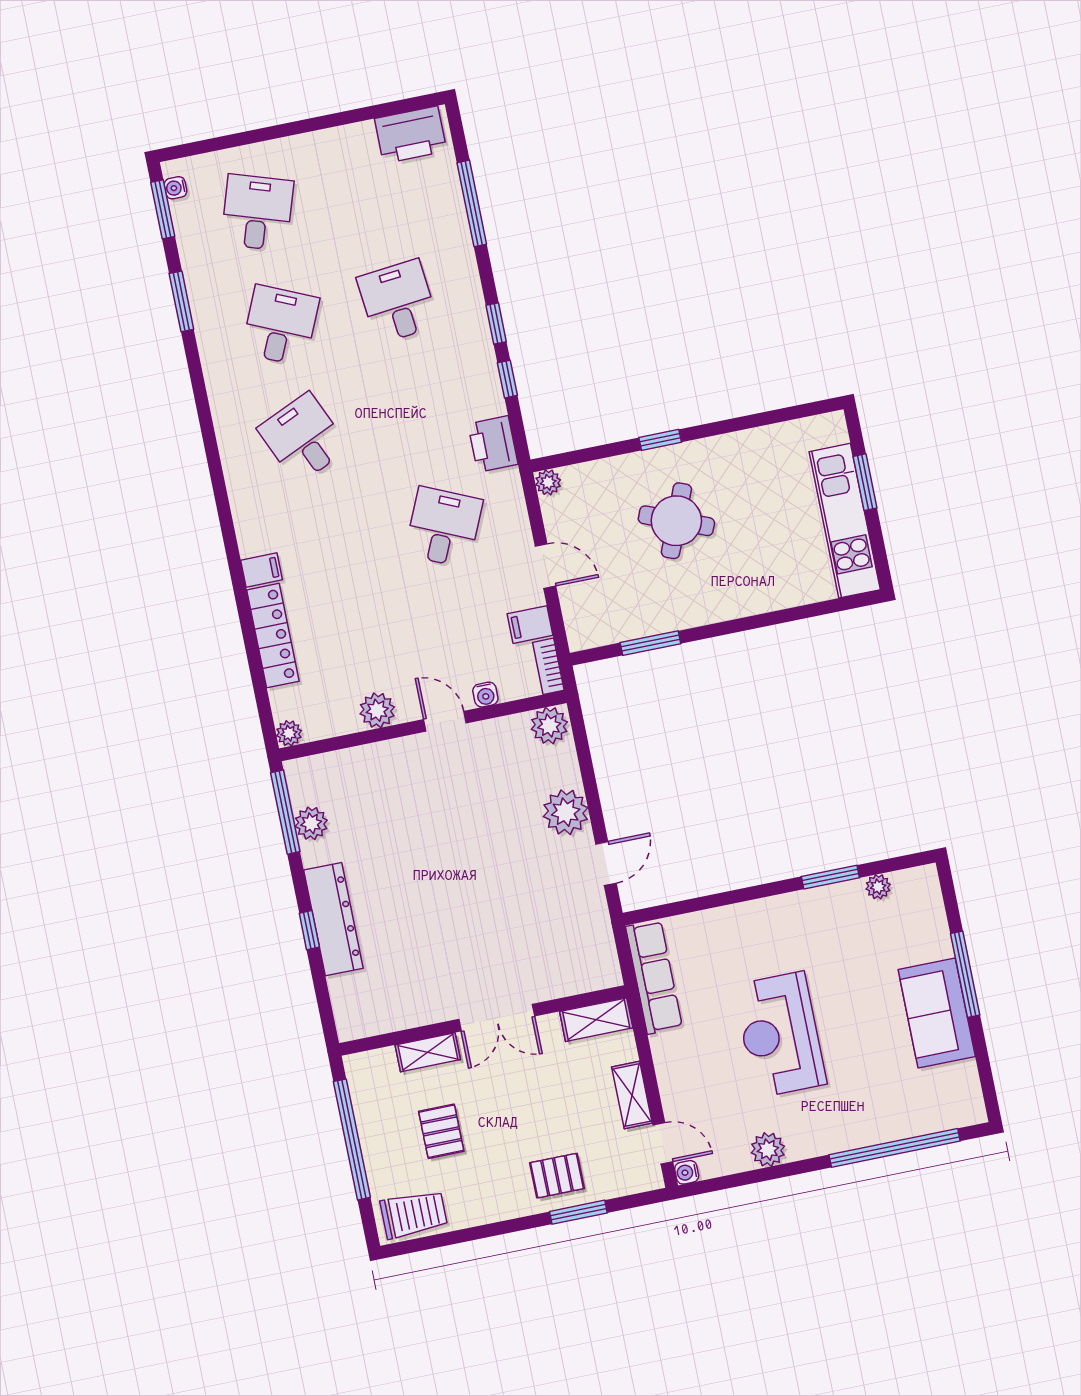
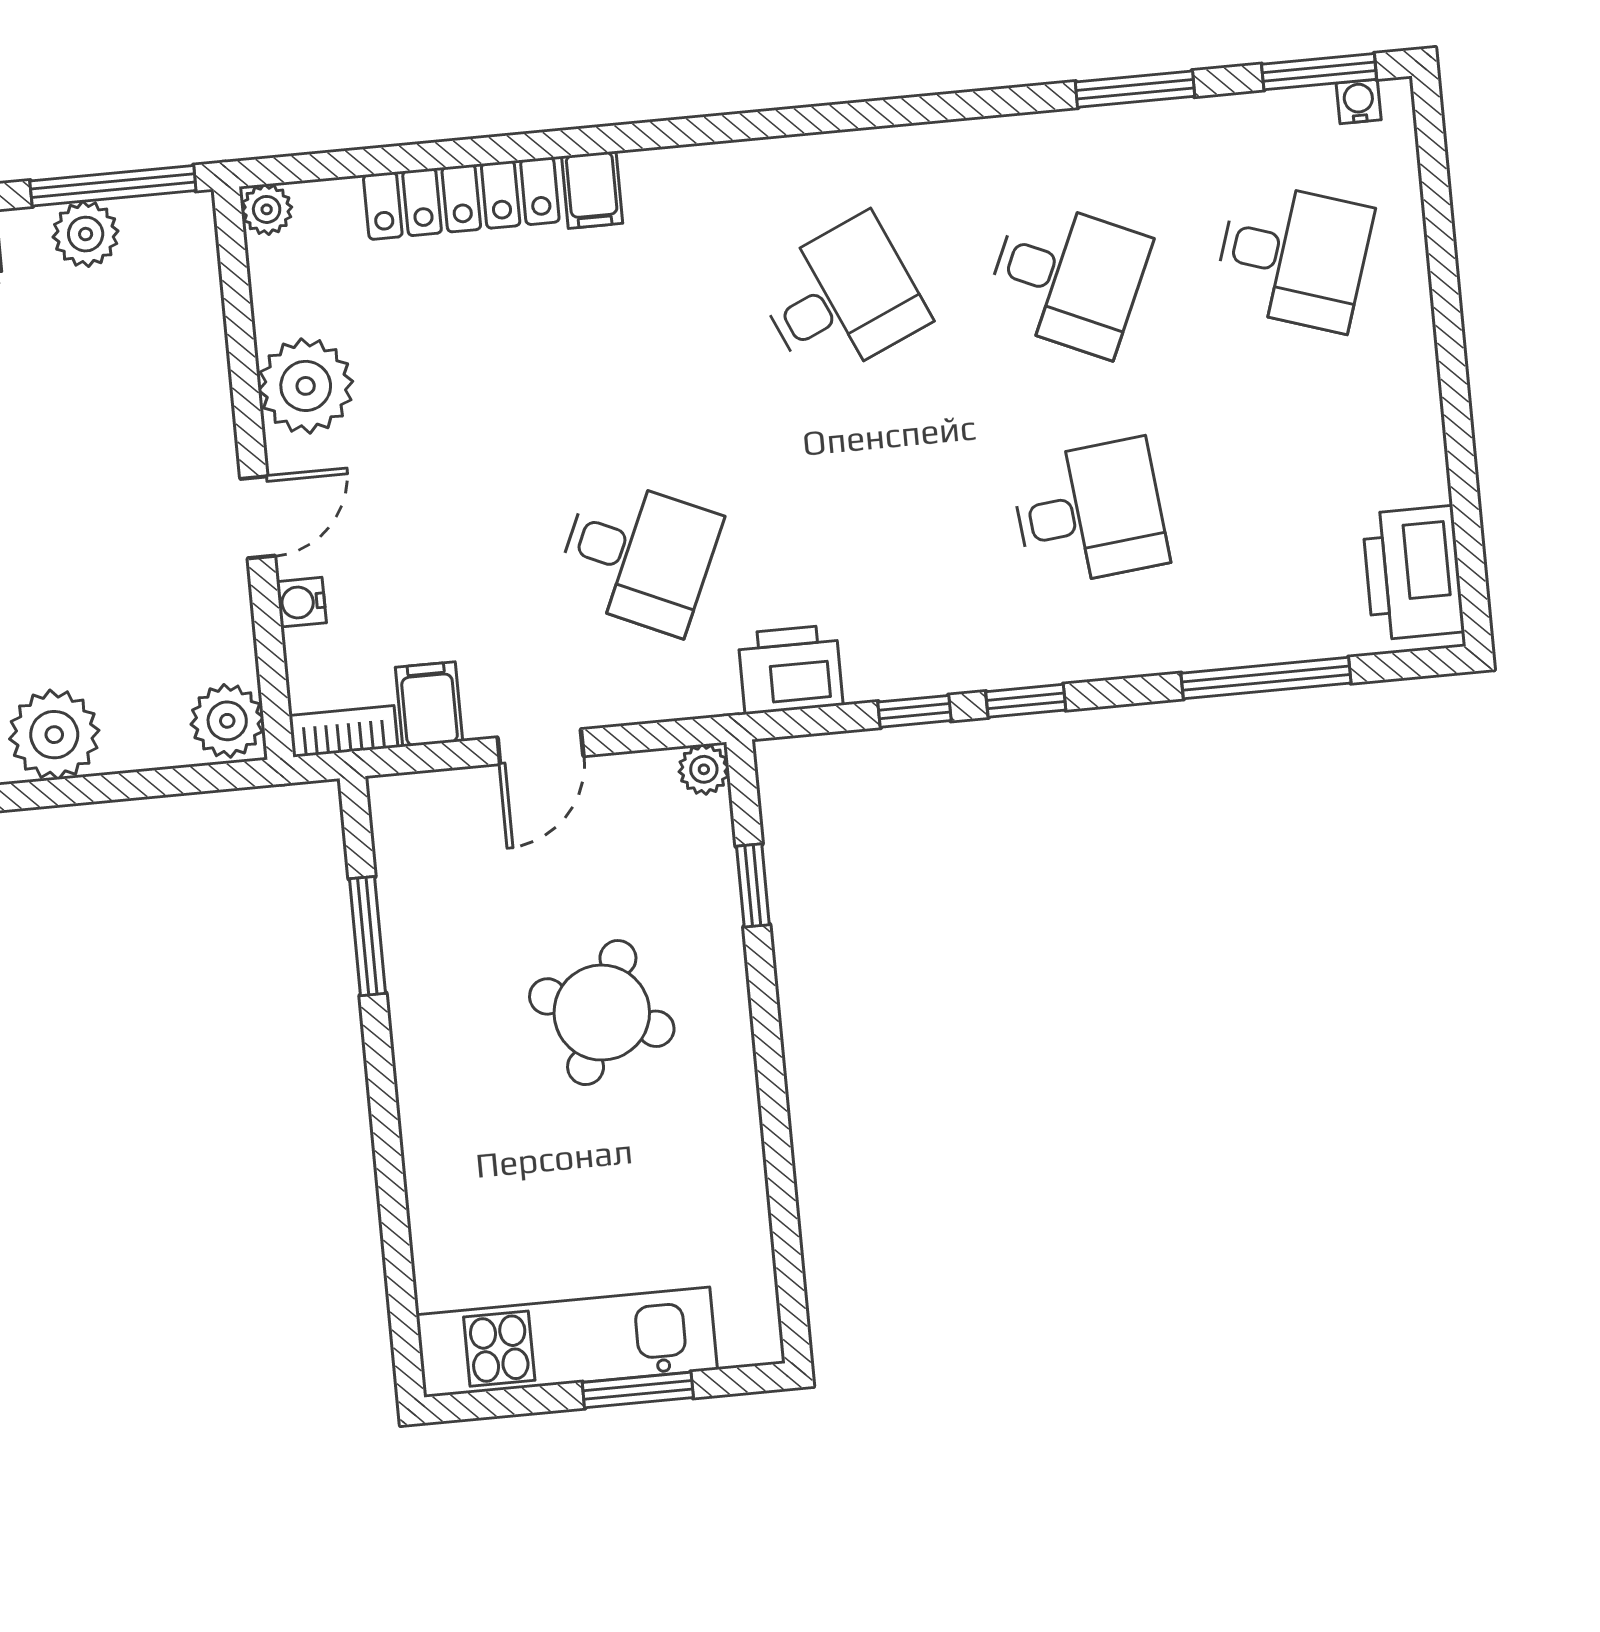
window: (660, 440) -> (753, 885), moved
plant: (377, 710) -> (306, 386), width x1.36, depth x1.36

